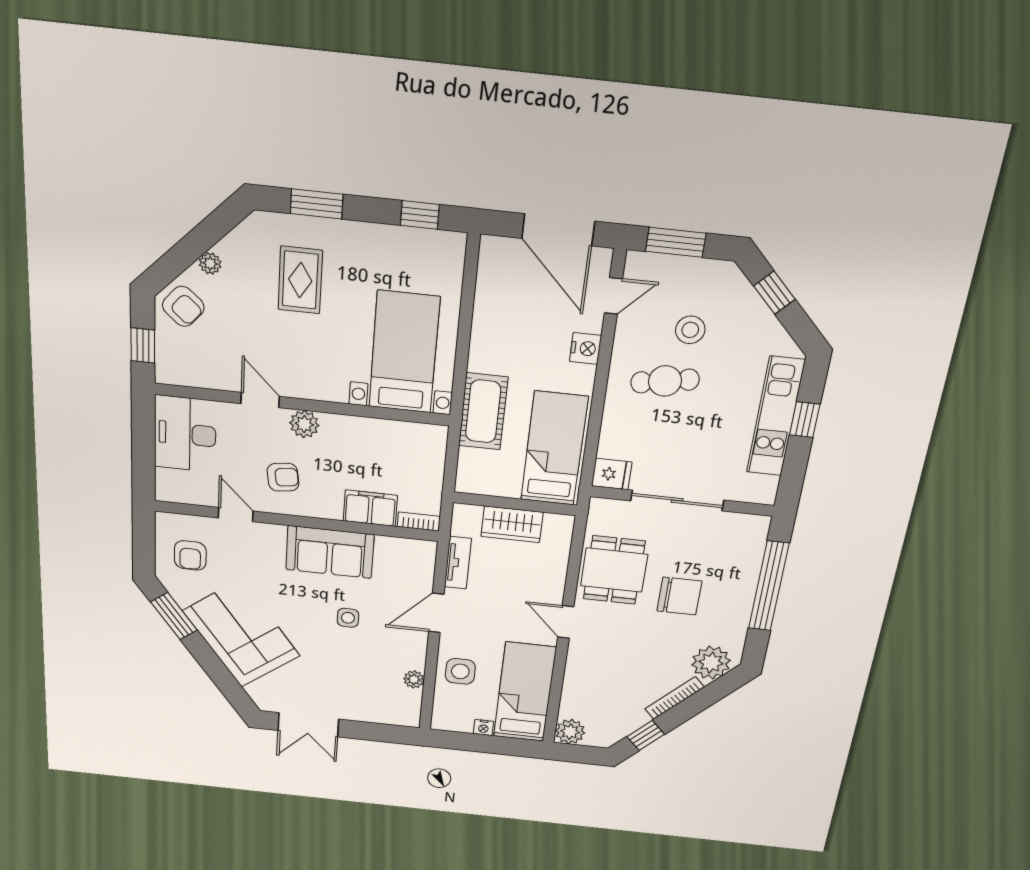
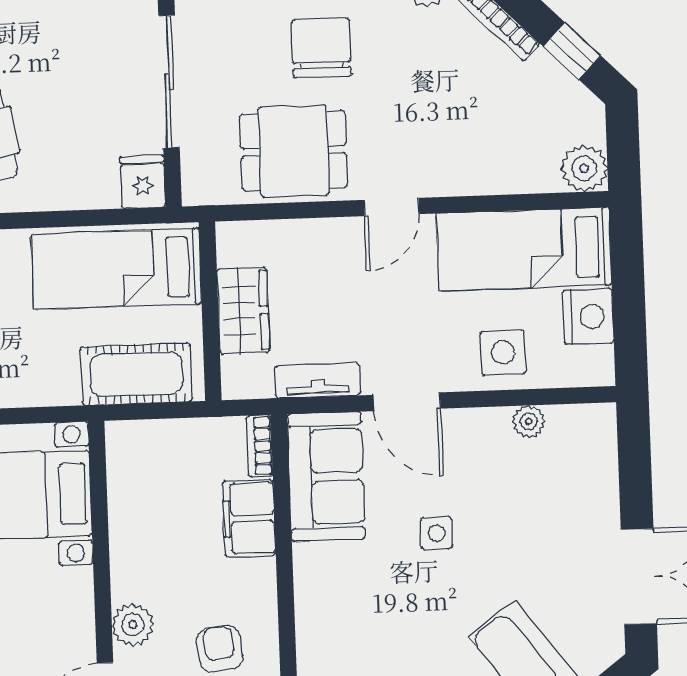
cot: (483, 411) -> (136, 374), moved
sofa: (330, 552) -> (326, 477), moved
nightstand: (483, 728) -> (588, 317), width x1.89, depth x1.79

